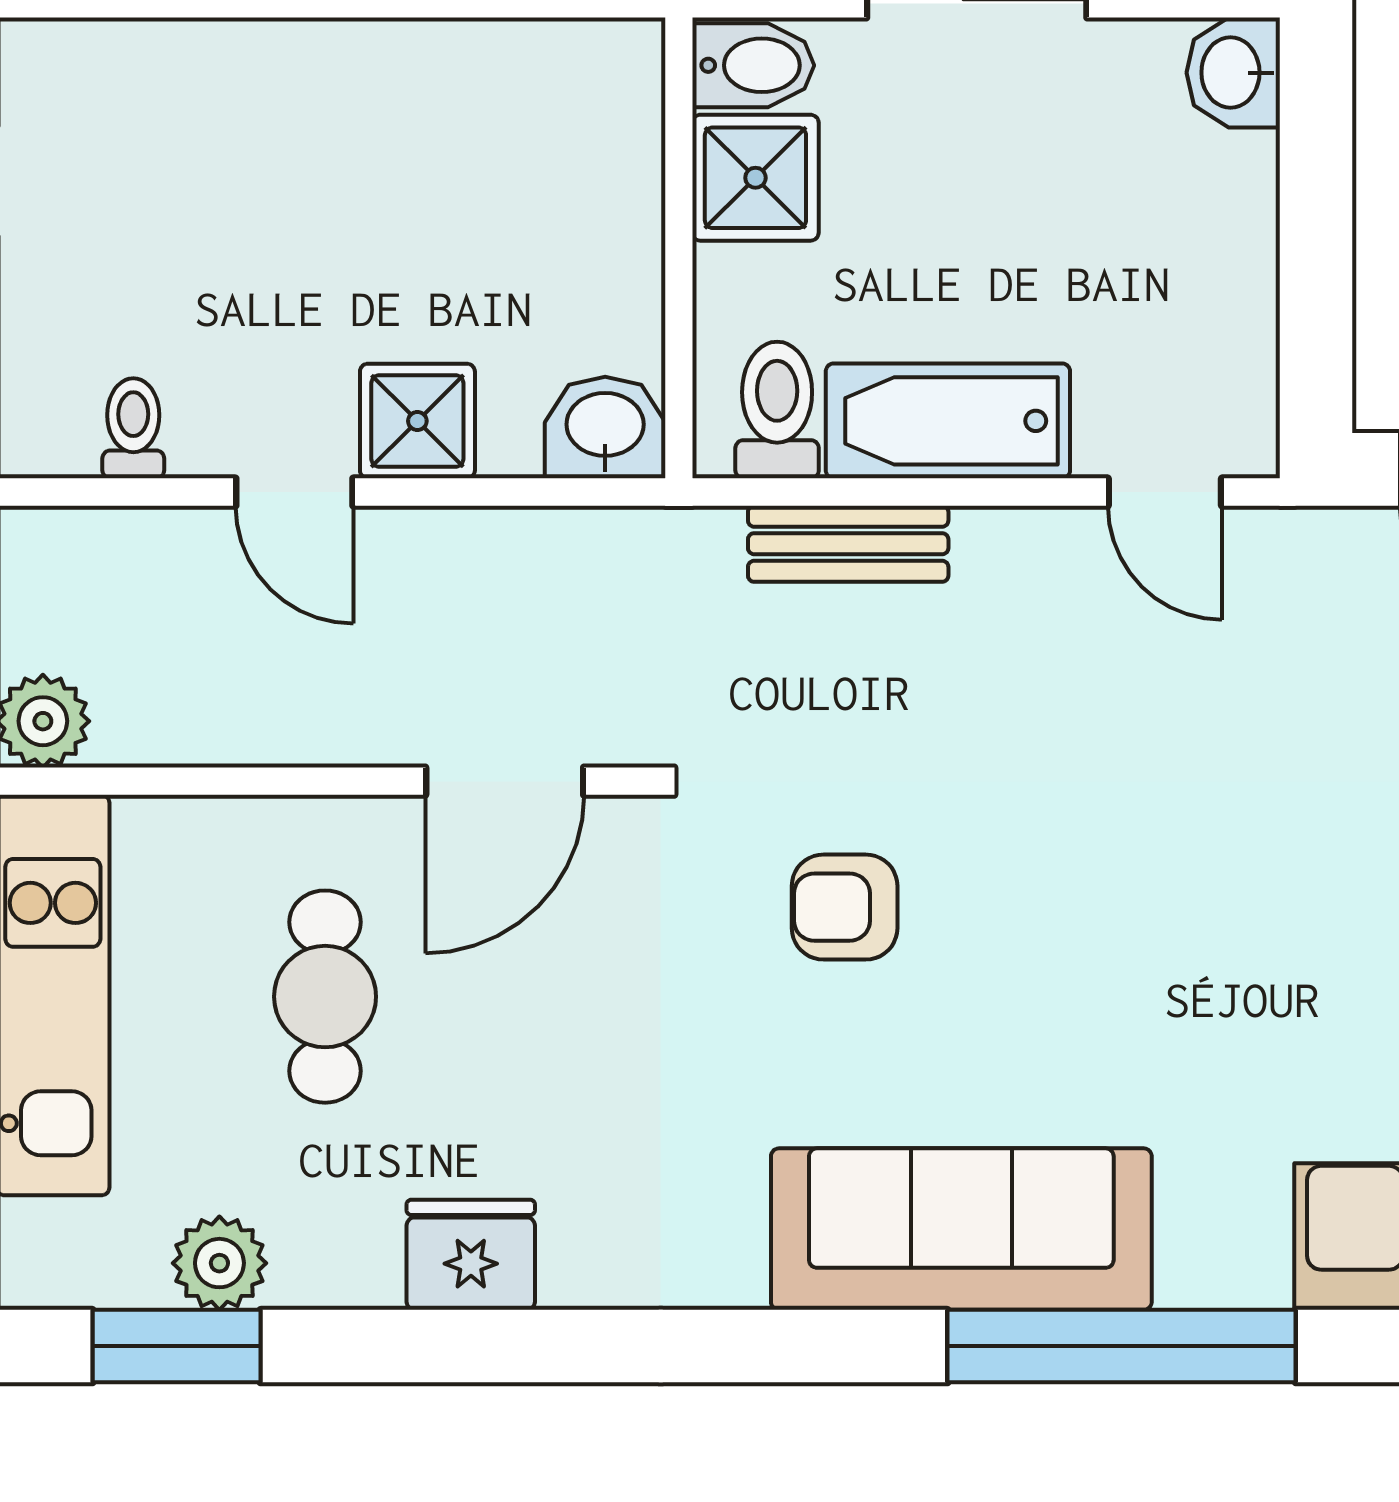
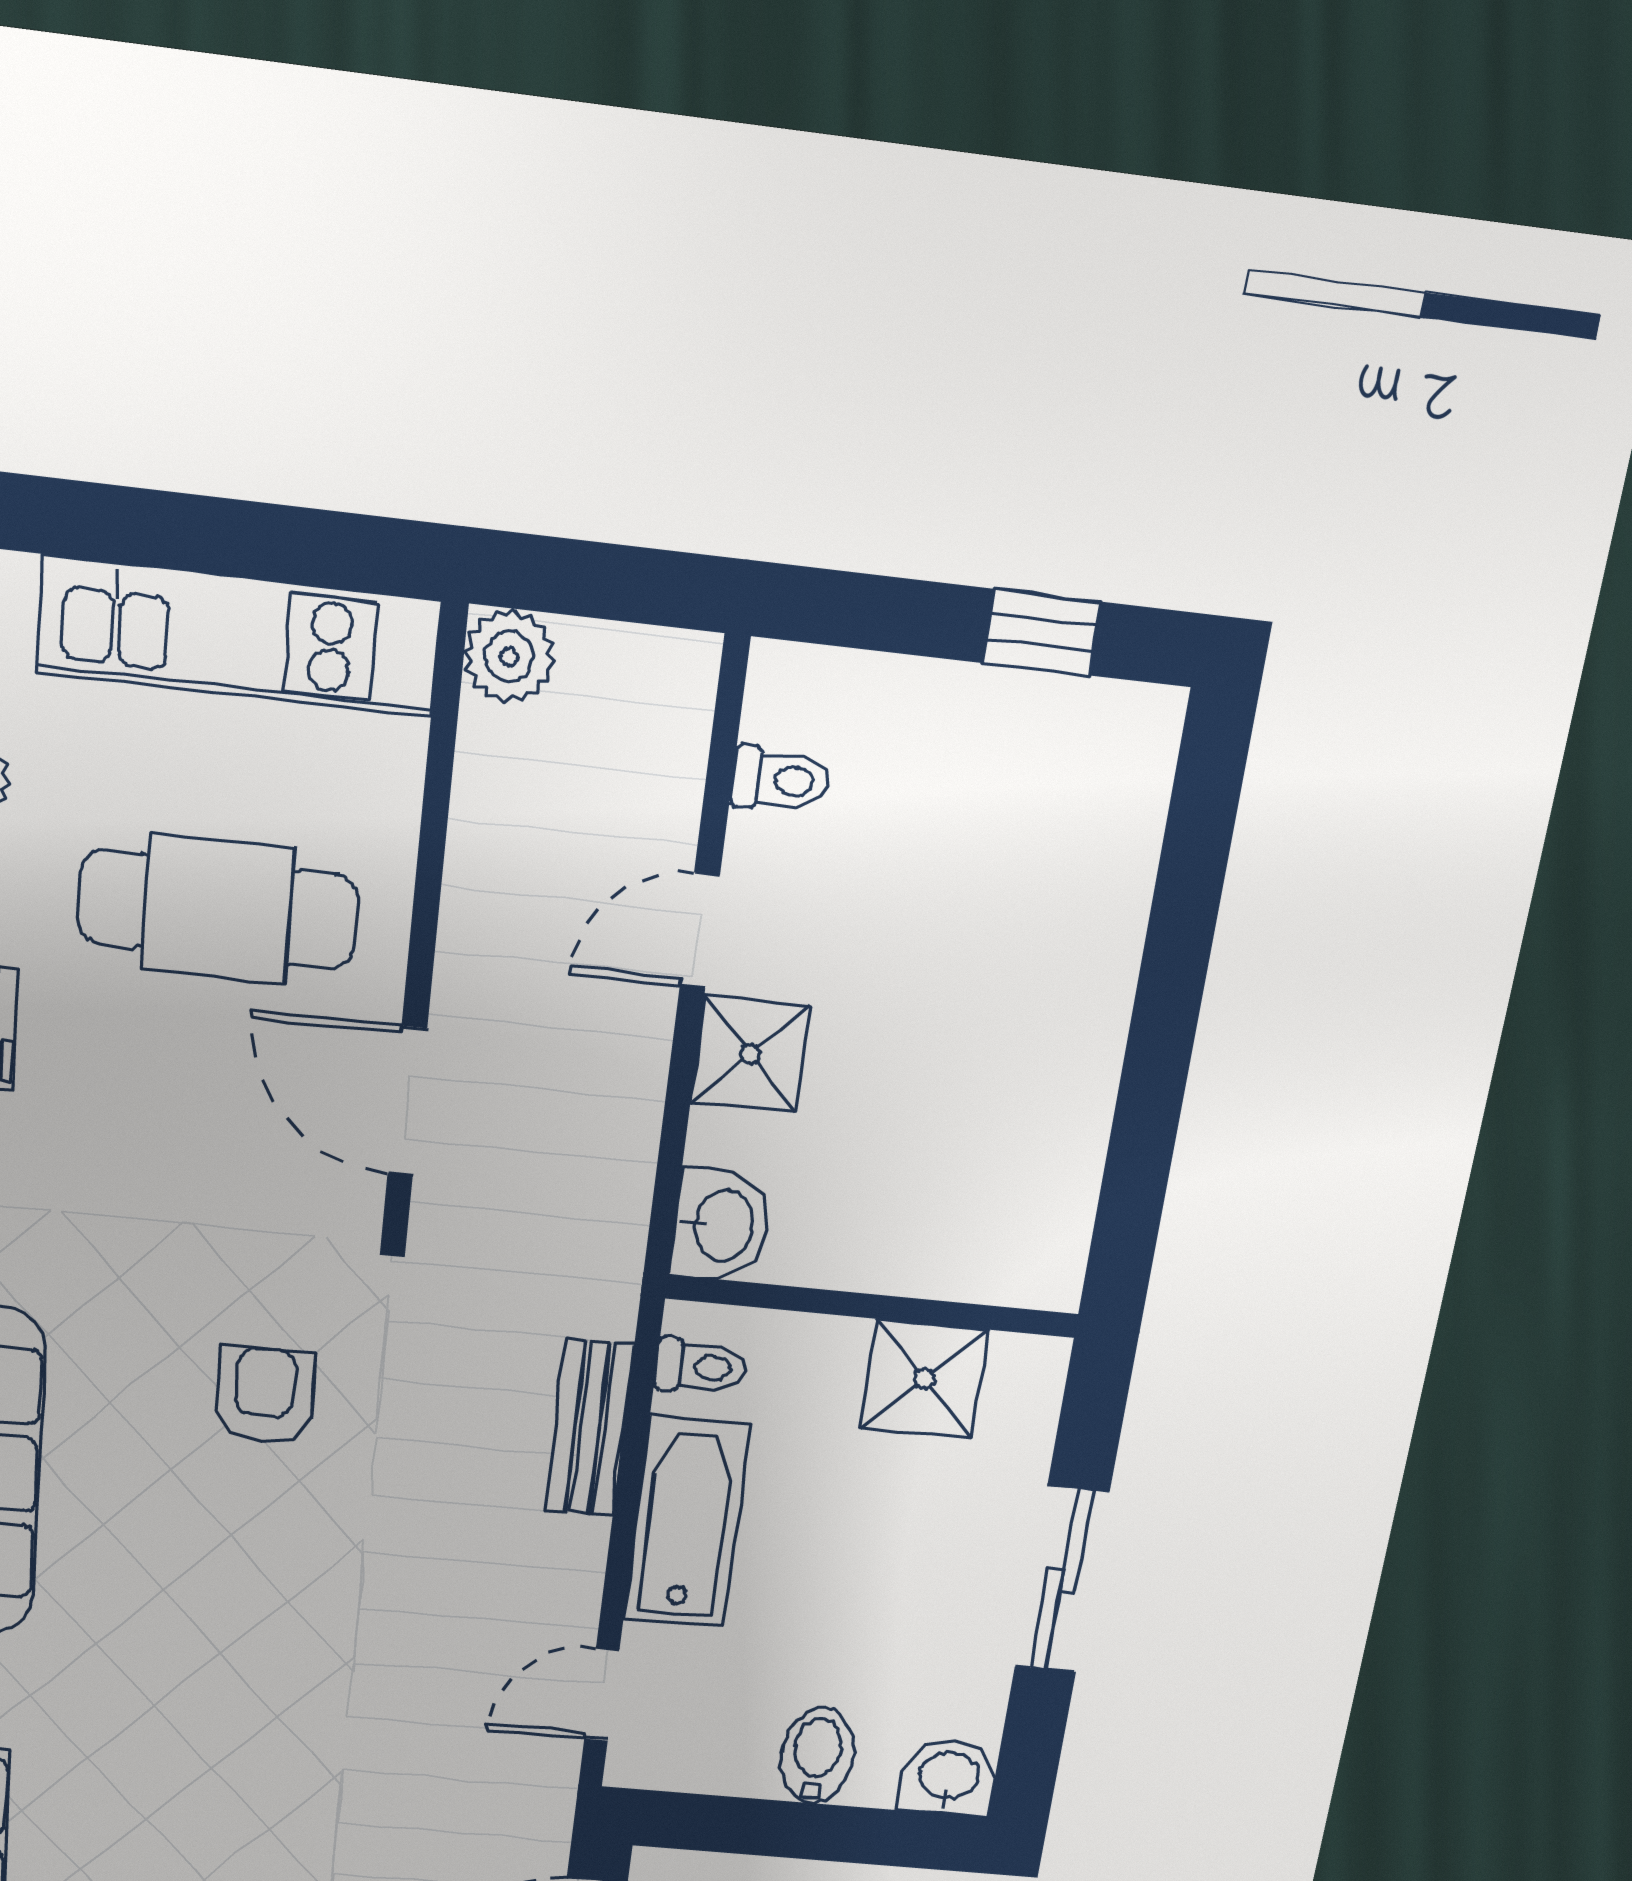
bidet: (753, 65) -> (817, 1756), moved, turned 180
toilet: (777, 410) -> (701, 1367), width x0.73, depth x0.72
cafe table: (325, 997) -> (218, 909), width x1.37, depth x1.35

